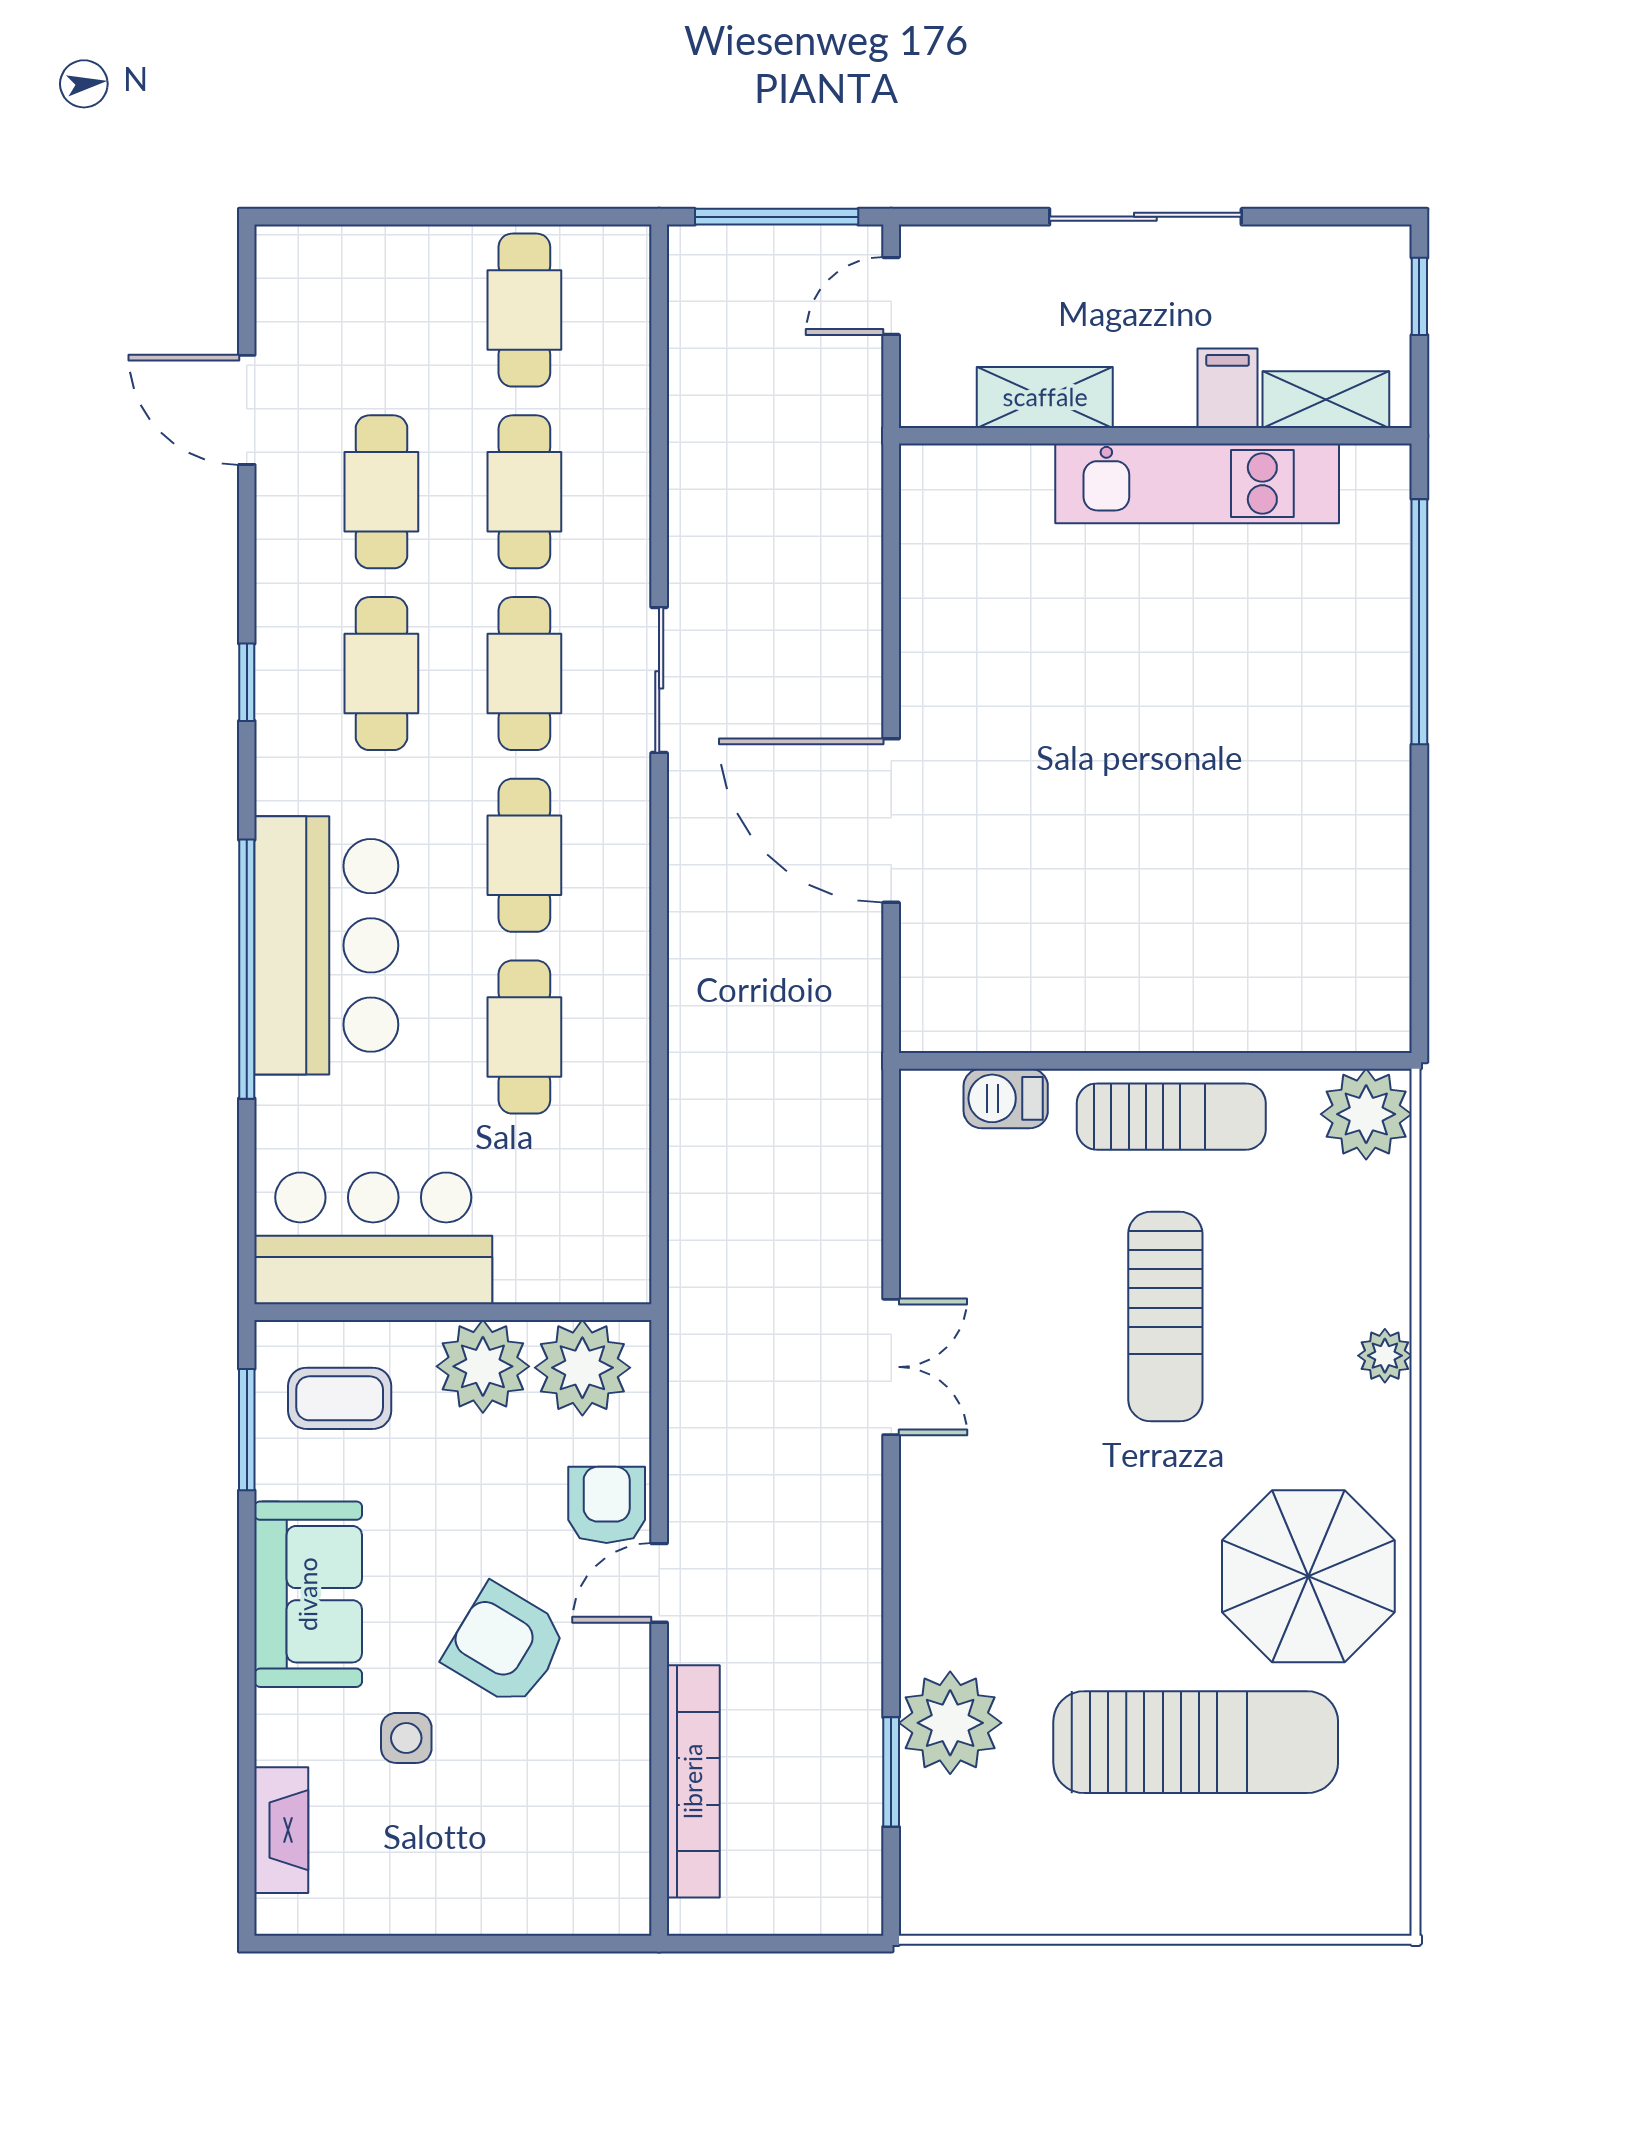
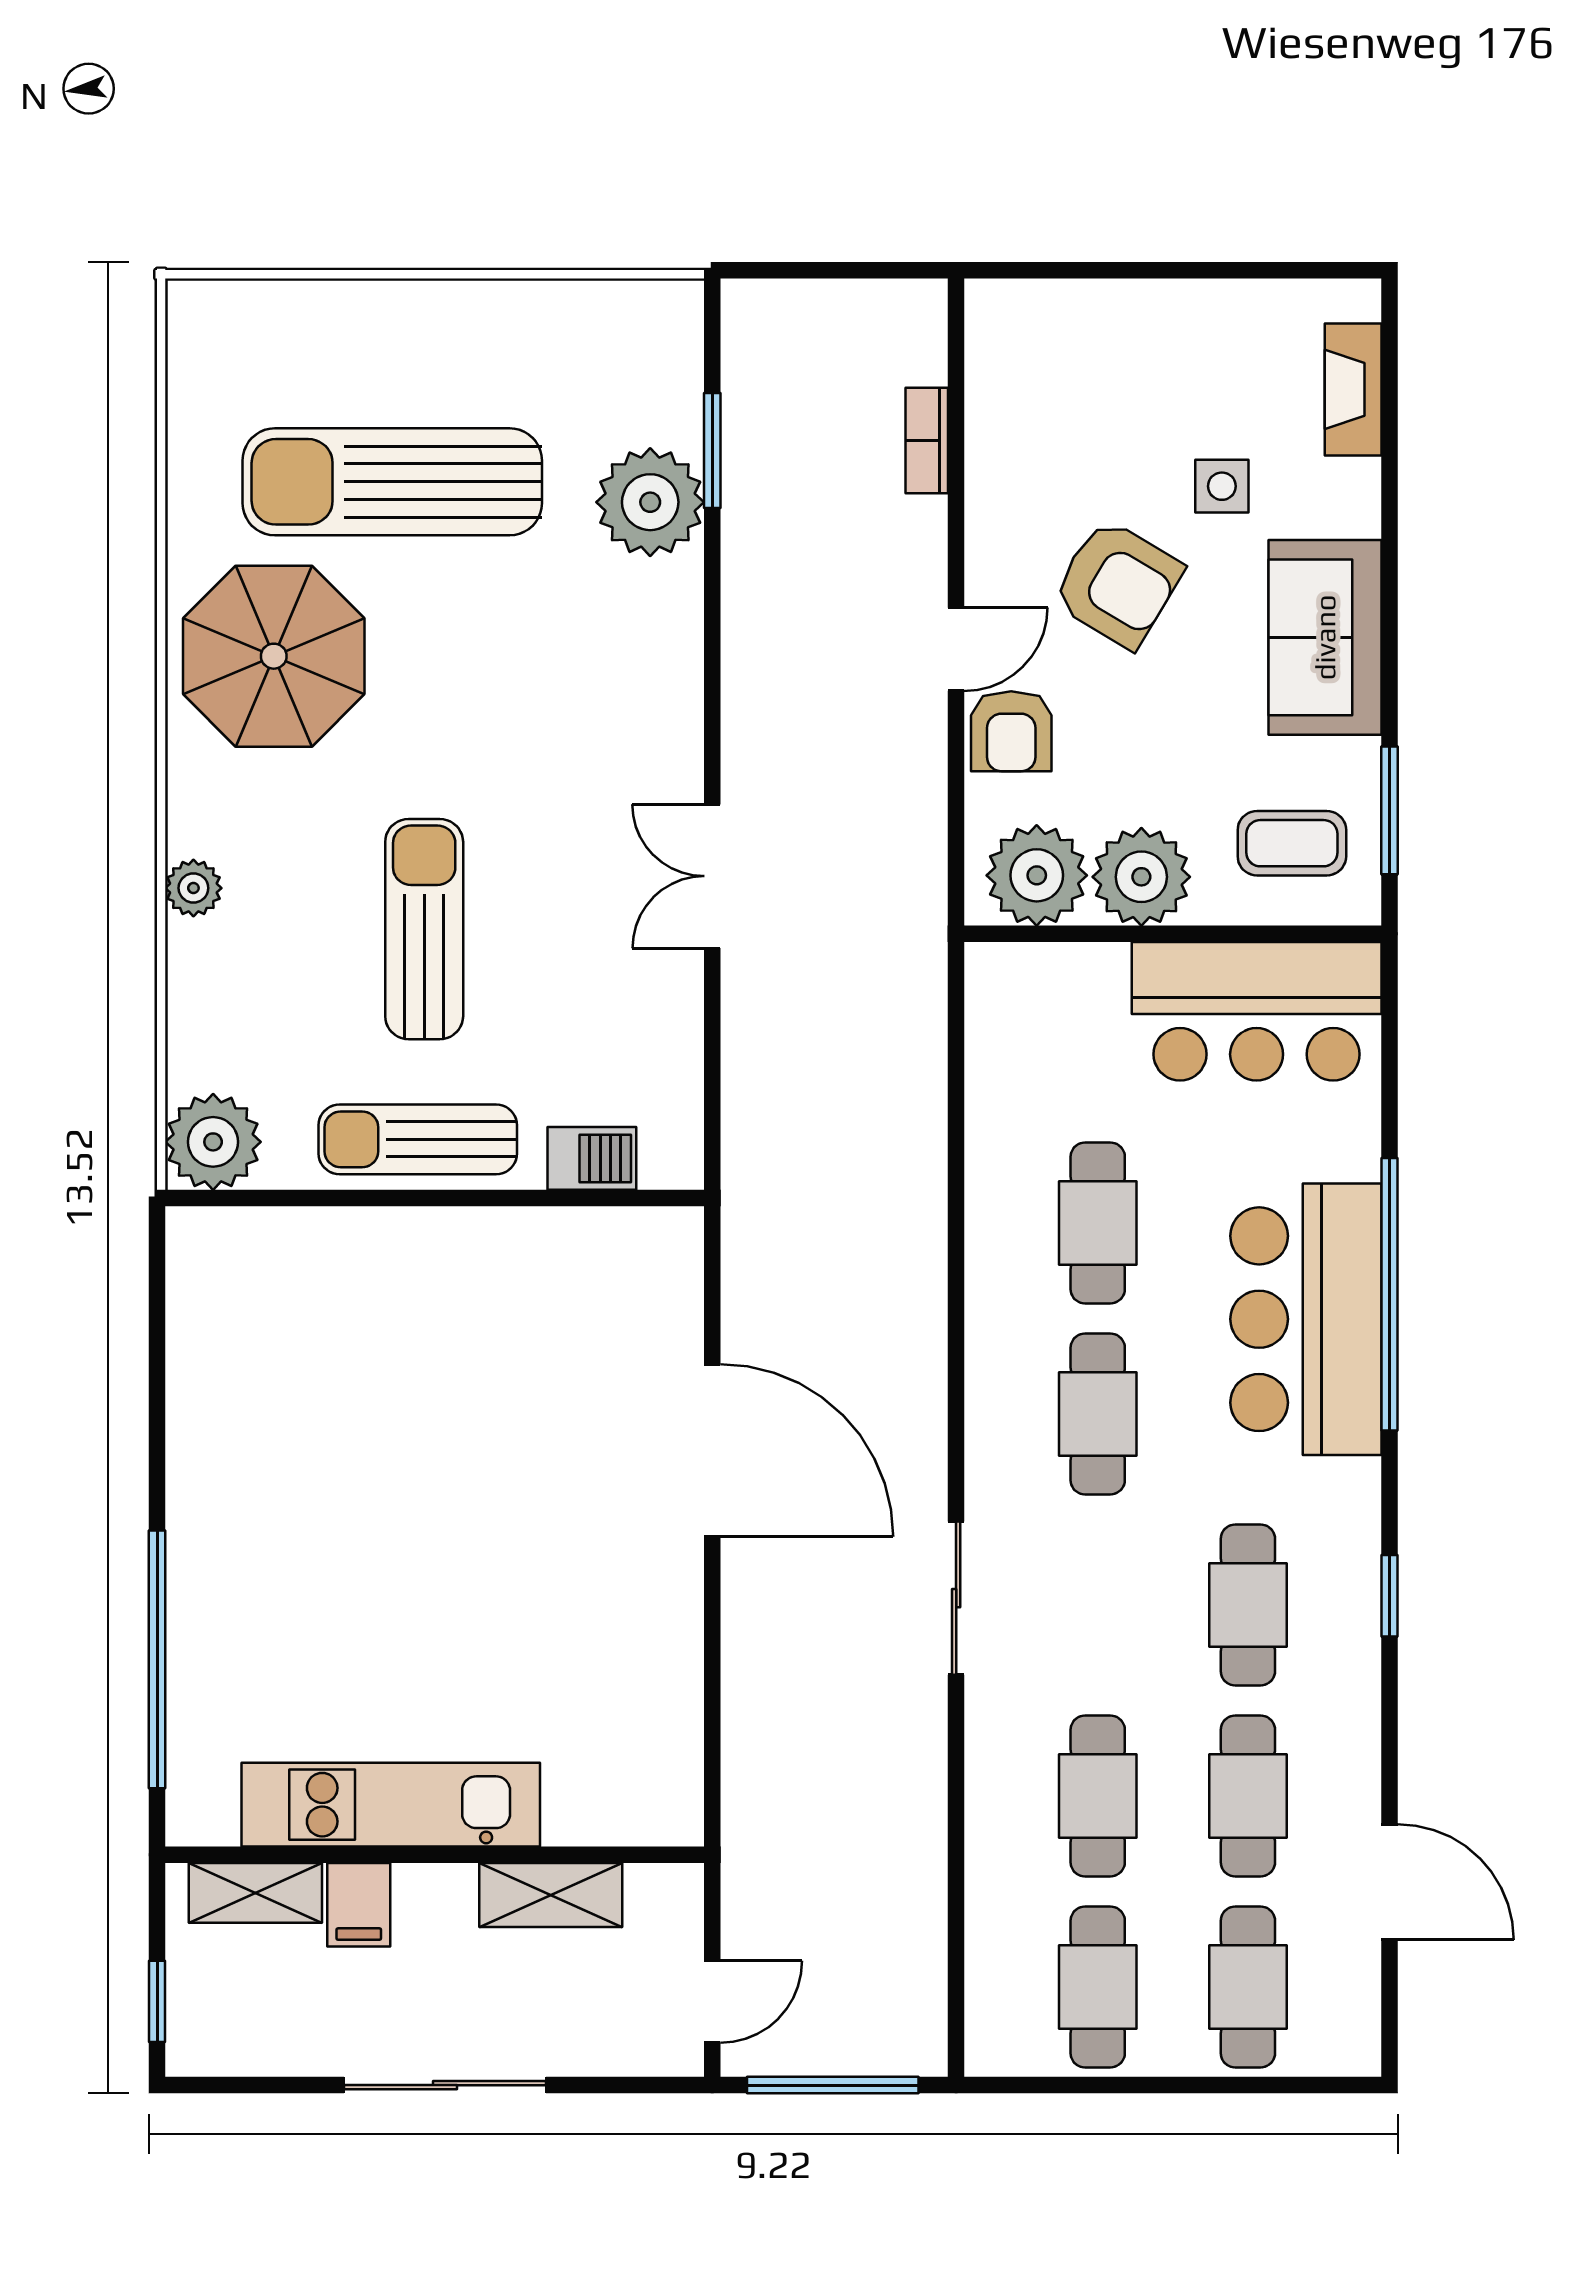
cafe table: (524, 674) -> (1248, 1987), moved
bookcase: (693, 1781) -> (927, 441), width x0.43, depth x0.76

